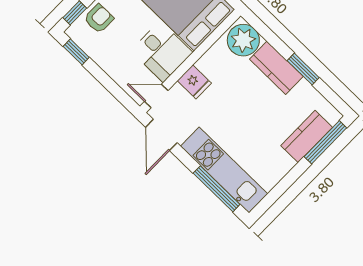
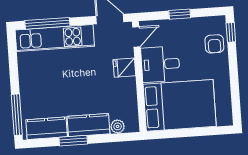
plant: (243, 40) -> (118, 126), width x0.53, depth x0.53
window: (76, 52) -> (180, 14), moved
kitchen counter: (307, 136) -> (47, 128), moved, turned -90

